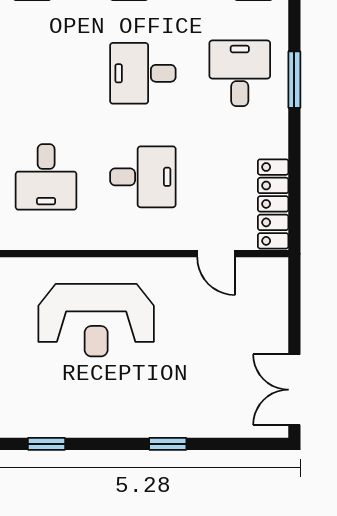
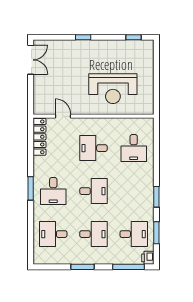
desk: (46, 177) -> (134, 148), turned 180
reception desk: (96, 320) -> (113, 89), turned 180

